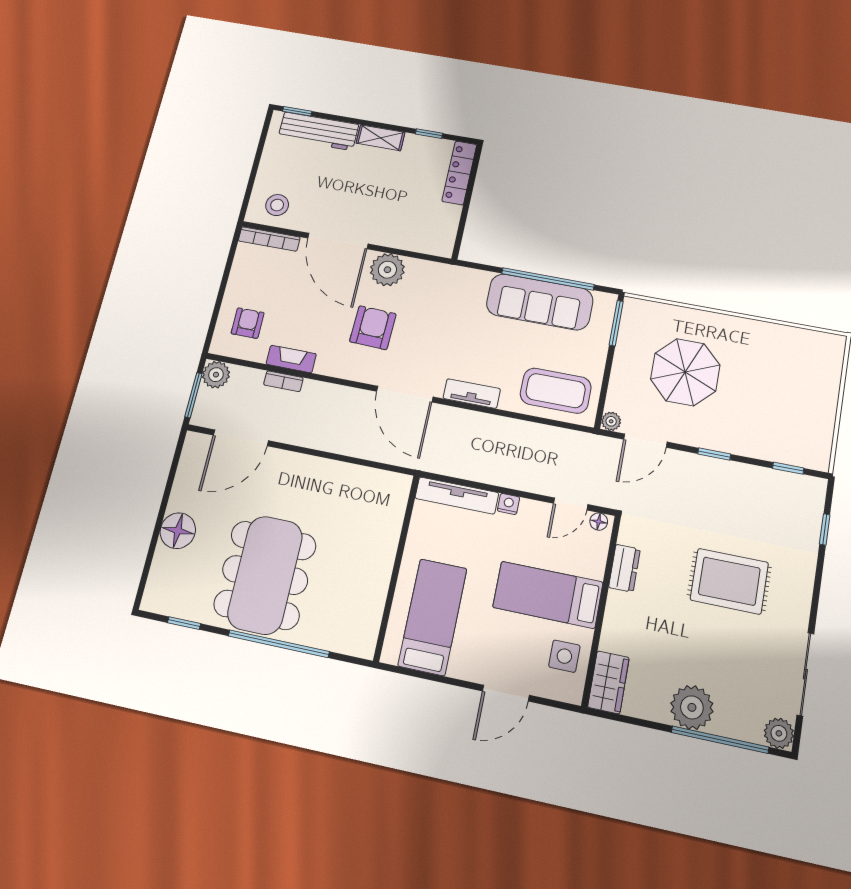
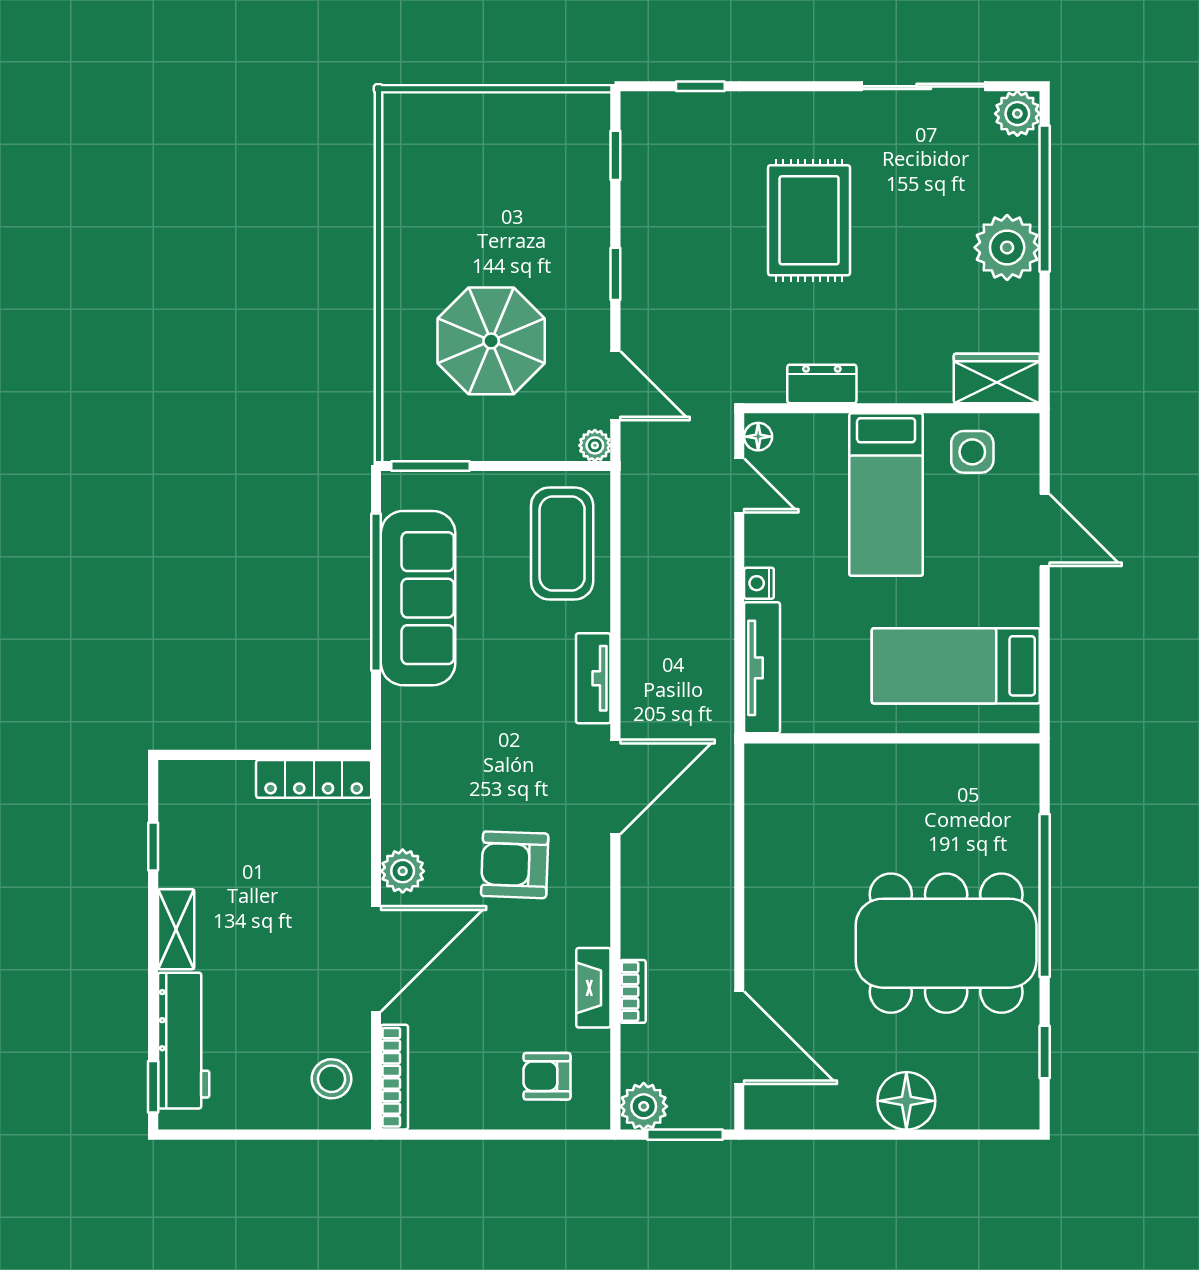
locker: (459, 173) -> (314, 779), moved
plant: (387, 270) -> (403, 871), width x0.73, depth x0.73

